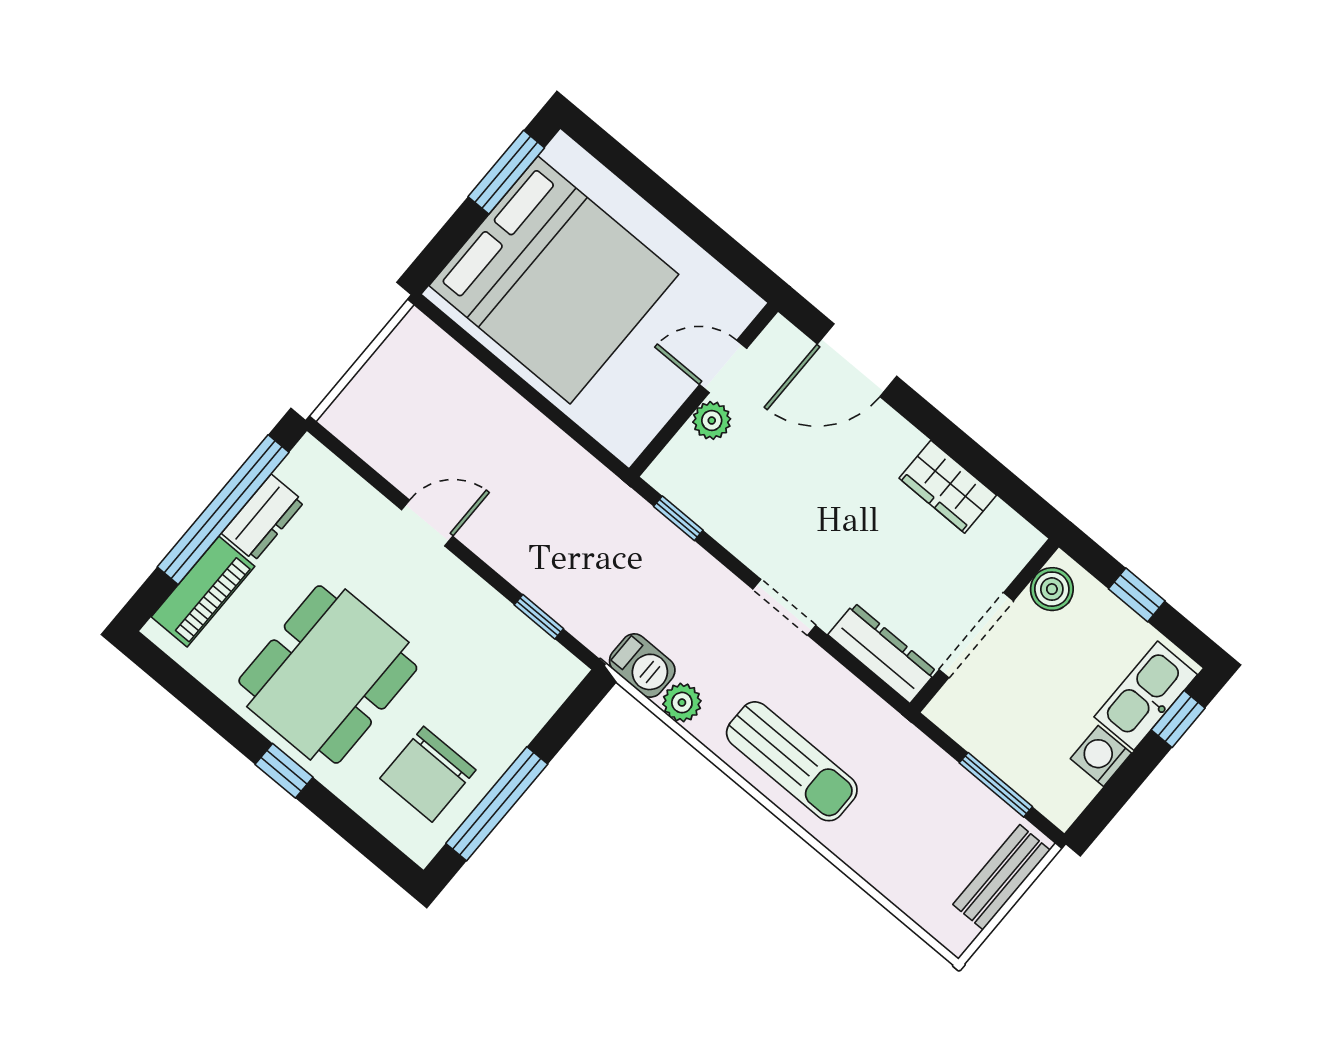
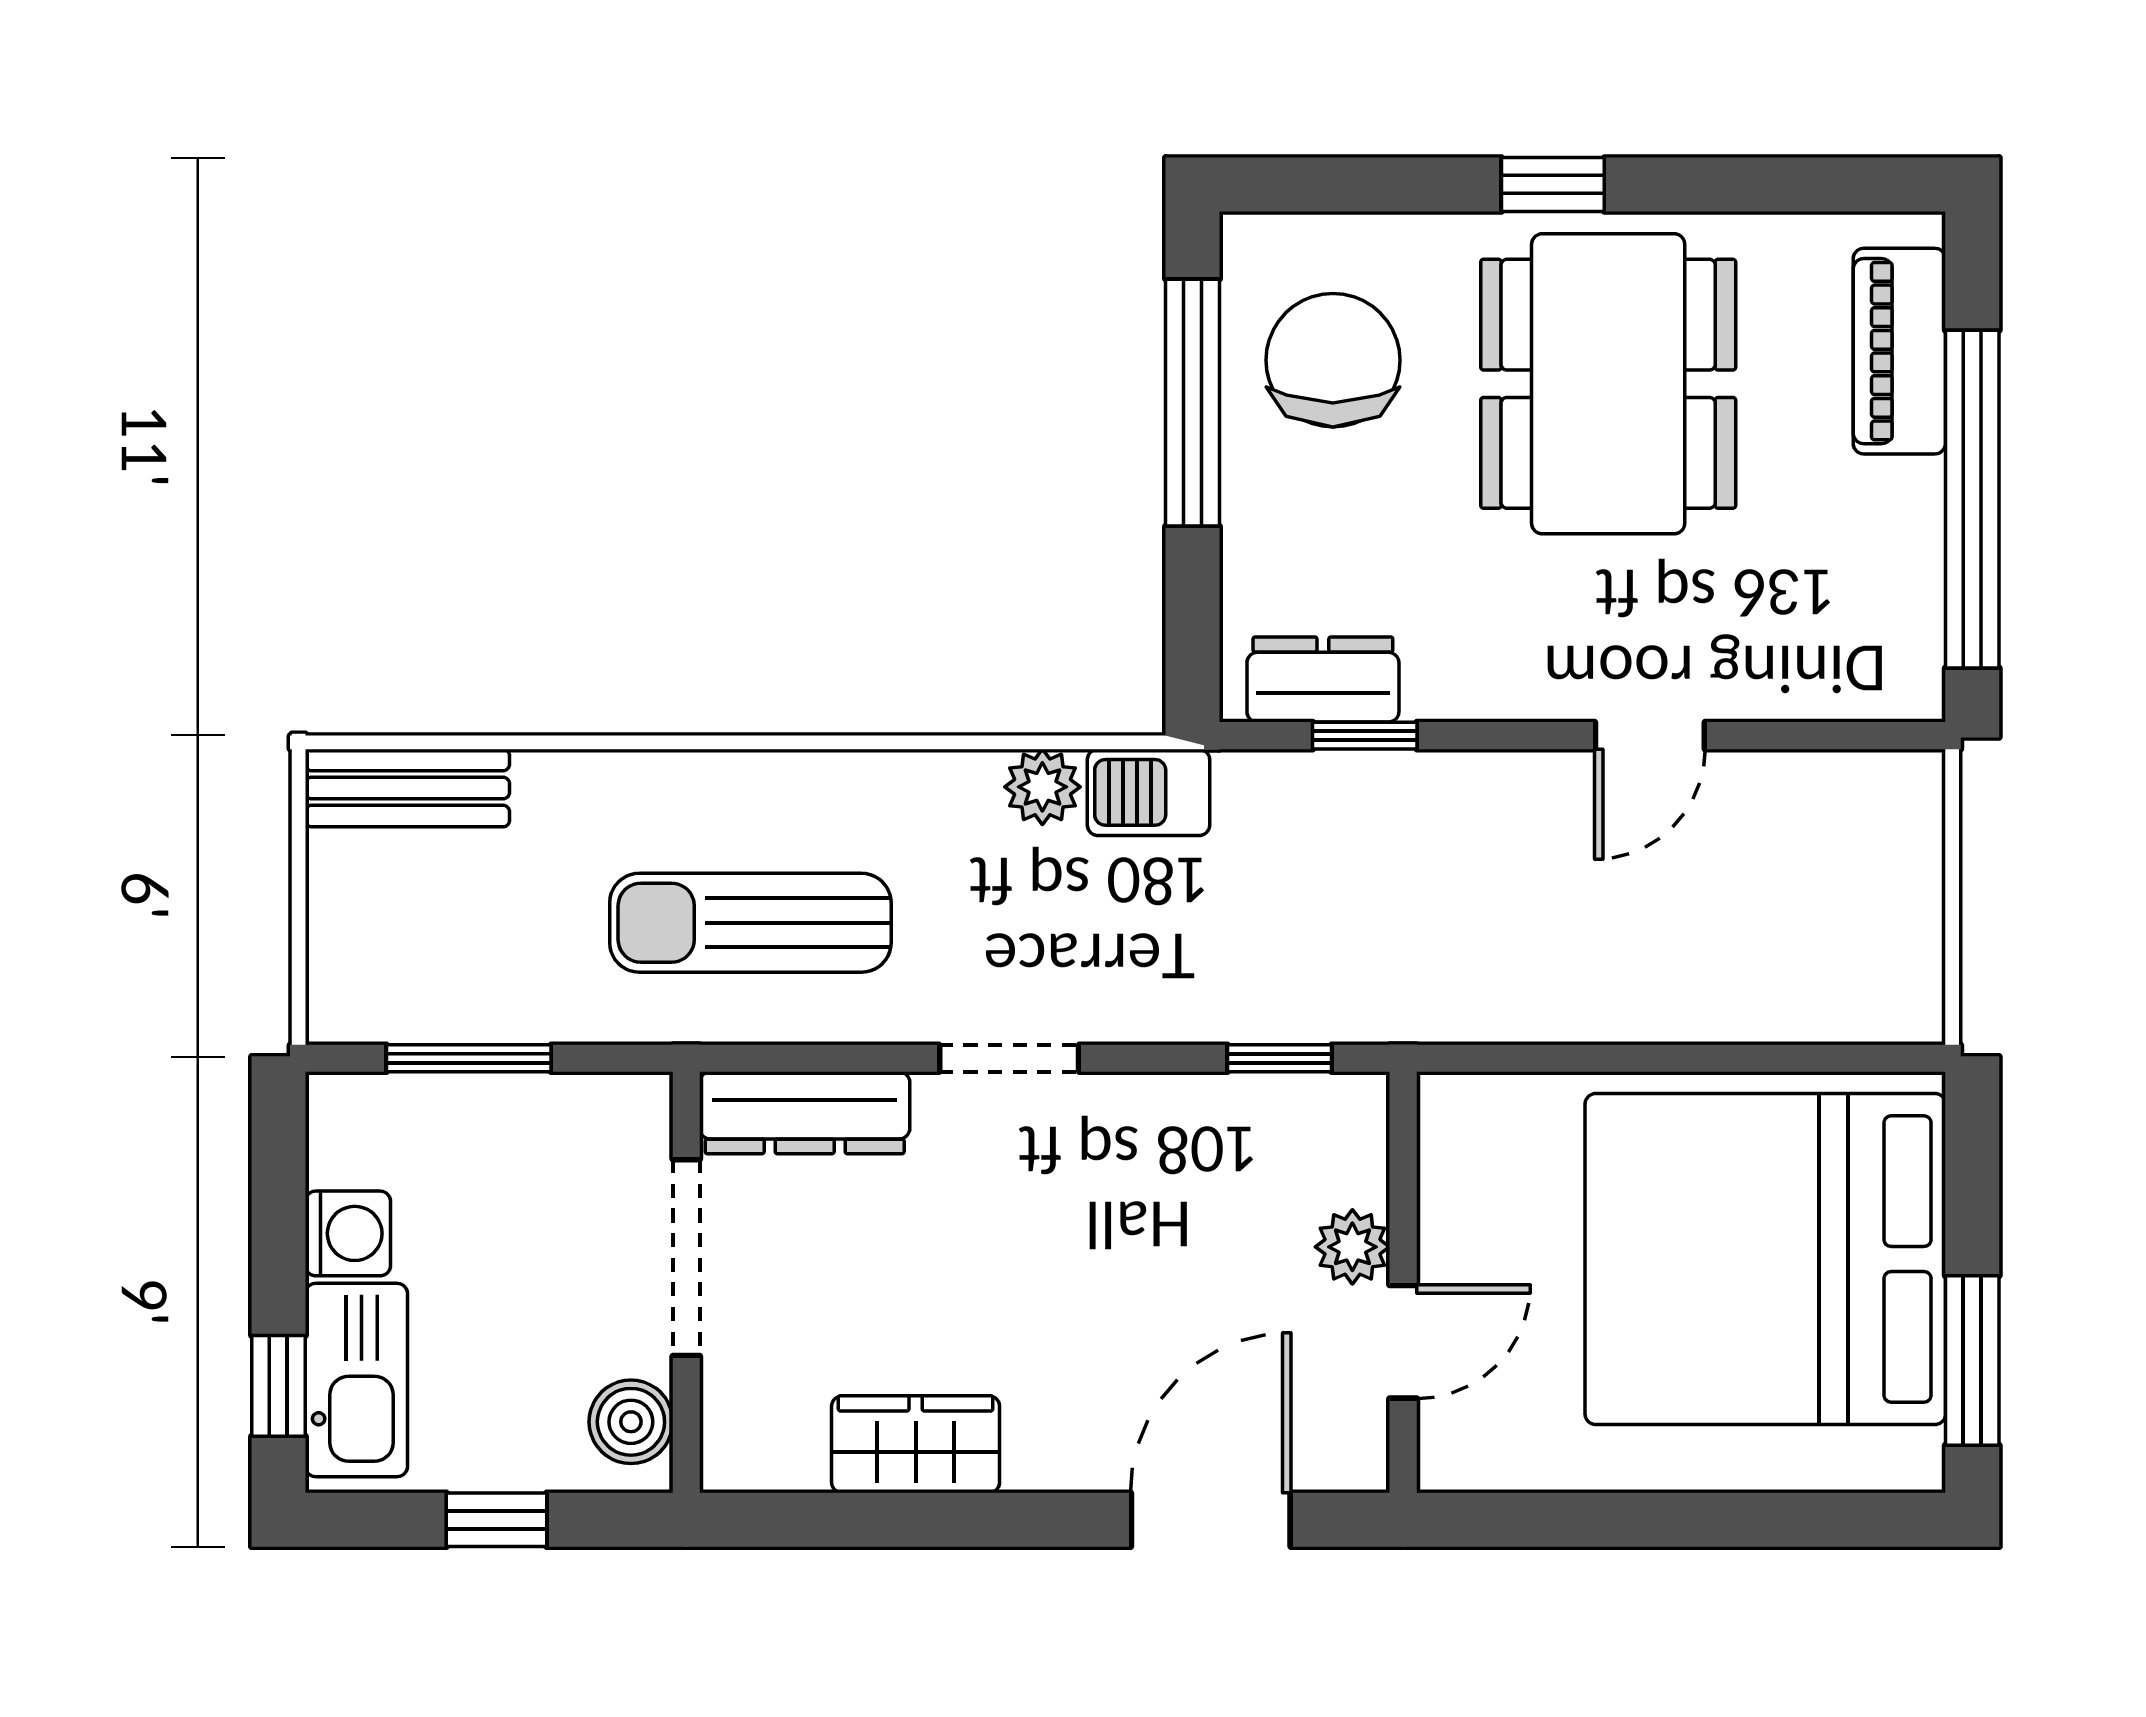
dresser: (263, 518) -> (1323, 679), moved, turned 90
sun lounger: (792, 761) -> (750, 923), moved
bench: (1001, 877) -> (407, 788), moved, turned 90

